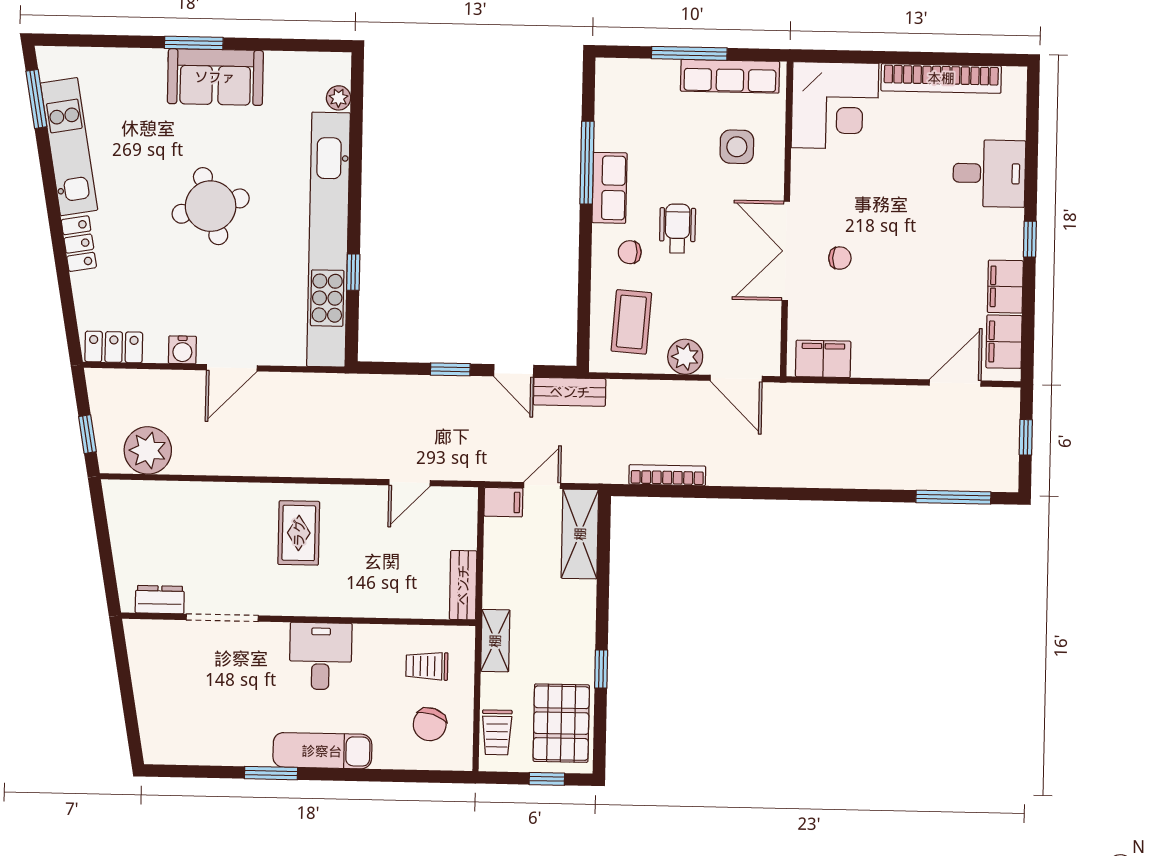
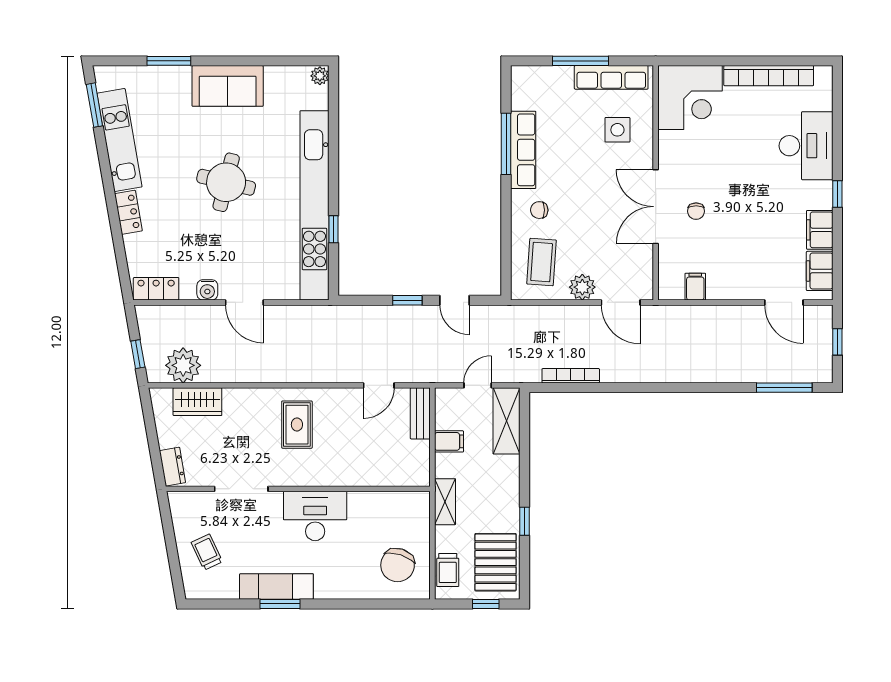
window: (194, 43) -> (169, 61), moved
plant: (339, 98) -> (320, 76), moved
desk: (989, 173) -> (806, 146), width x1.37
row of seats: (610, 188) -> (523, 150), width x1.48
round table: (211, 206) -> (226, 182), turned 30
wheelchair: (677, 229) -> (574, 192), removed
chair: (840, 258) -> (696, 211), turned 90
filing cabinet: (823, 359) -> (695, 287), width x0.50
door: (232, 368) -> (244, 302), hinge flipped
door: (955, 383) -> (784, 302), swing flipped
bench: (570, 392) -> (497, 315), removed
wardrobe: (166, 500) -> (197, 402), added
filing cabinet: (503, 502) -> (449, 441), moved
bench: (463, 585) -> (420, 413), moved
dresser: (160, 600) -> (172, 467), moved, turned 80
desk: (321, 656) -> (315, 516), width x1.37
trolley: (427, 666) -> (207, 552), moved, turned 65
chair: (430, 724) -> (398, 565), width x1.37, depth x1.37
exam couch: (322, 751) -> (276, 586), moved

